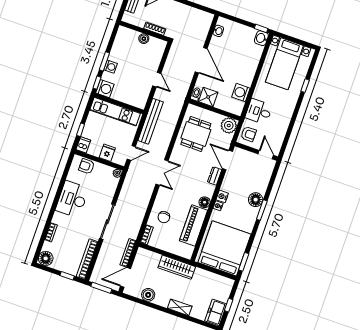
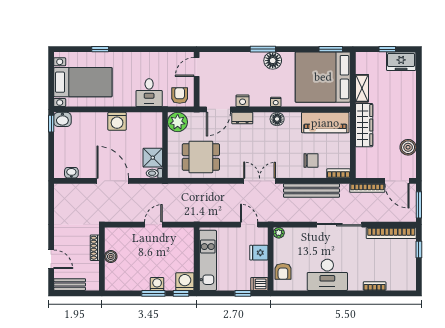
door: (201, 60) -> (113, 181), hinge flipped
washing machine: (241, 93) -> (117, 121), moved
bench: (151, 121) -> (311, 190), moved
nightstand: (222, 196) -> (243, 101), moved
floor lamp: (256, 200) -> (273, 61), moved
piano: (194, 225) -> (325, 123), moved
floor lamp: (46, 258) -> (407, 282), removed
shelving: (180, 307) -> (362, 88), moved

